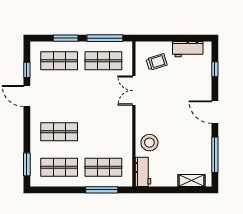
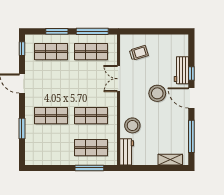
workbench: (188, 49) -> (181, 70), moved, turned 90
window: (215, 69) -> (191, 74), moved
window: (27, 70) -> (22, 49), moved
stool: (177, 107) -> (157, 93), added
window: (27, 164) -> (22, 128), moved
shop shelf: (59, 167) -> (91, 116), moved

